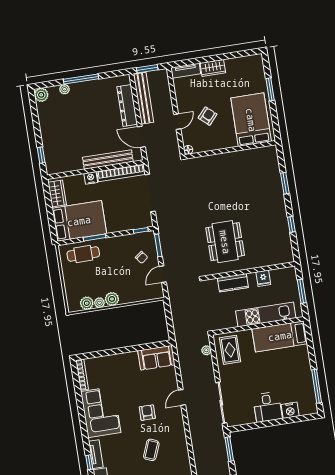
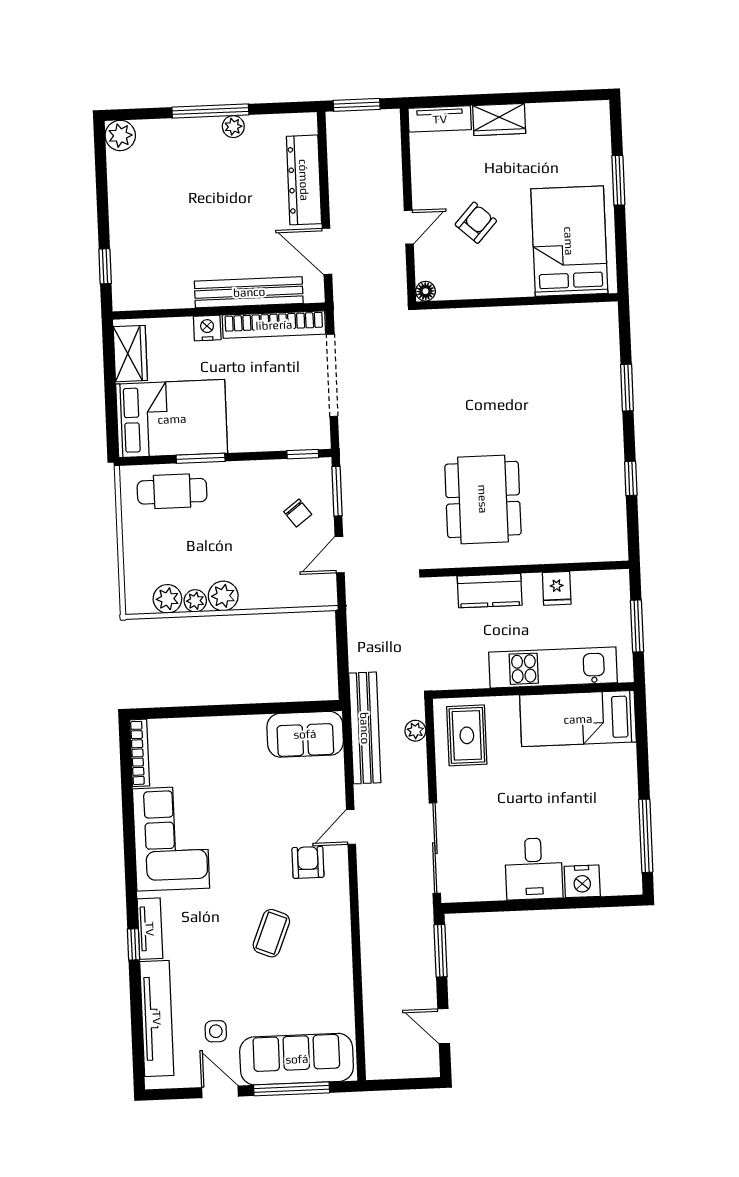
plant: (65, 89) -> (233, 127), moved
bench: (144, 98) -> (365, 728), moved
armchair: (147, 413) -> (308, 862), moved

